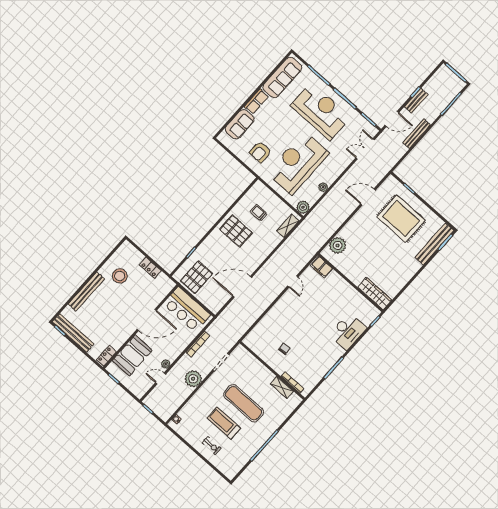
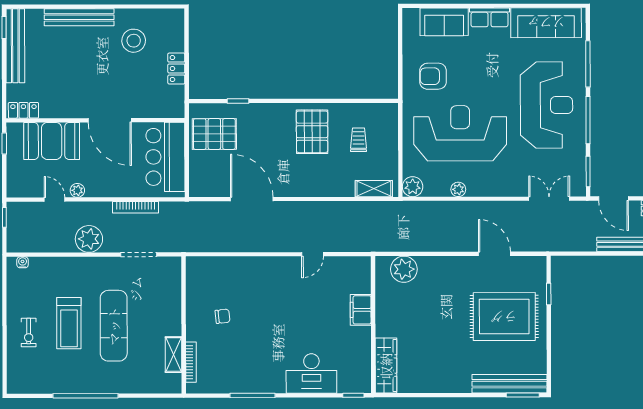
rug: (401, 219) -> (504, 317), turned 90
filing cabinet: (322, 267) -> (361, 310), moved
treadmill: (224, 423) -> (69, 323), turned 180

